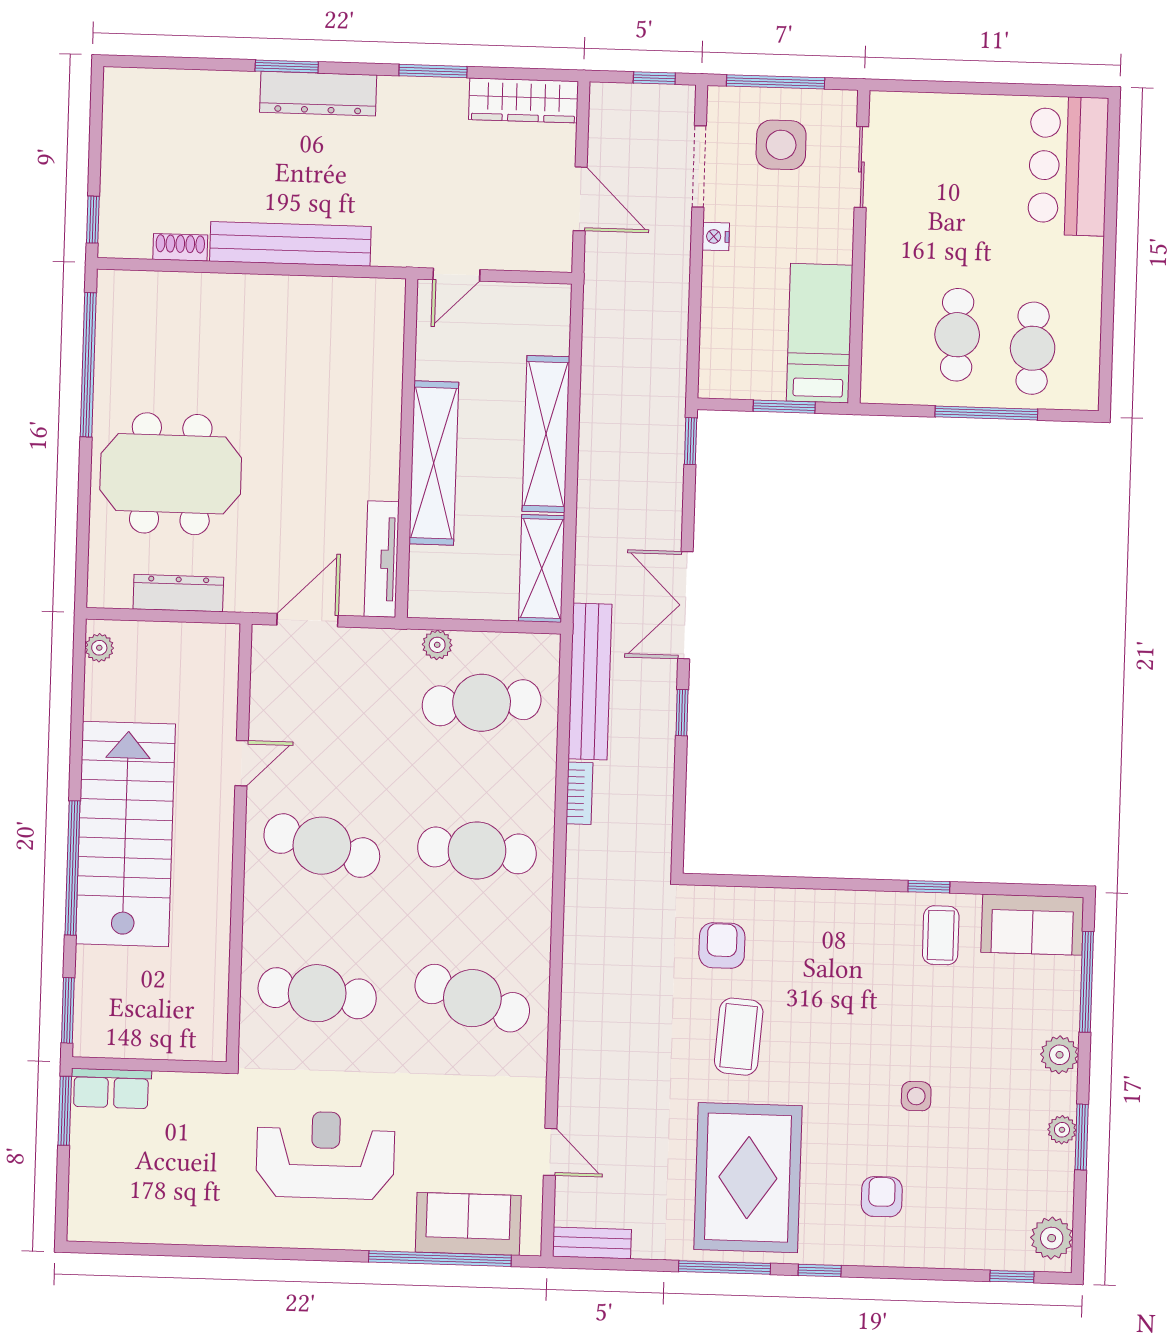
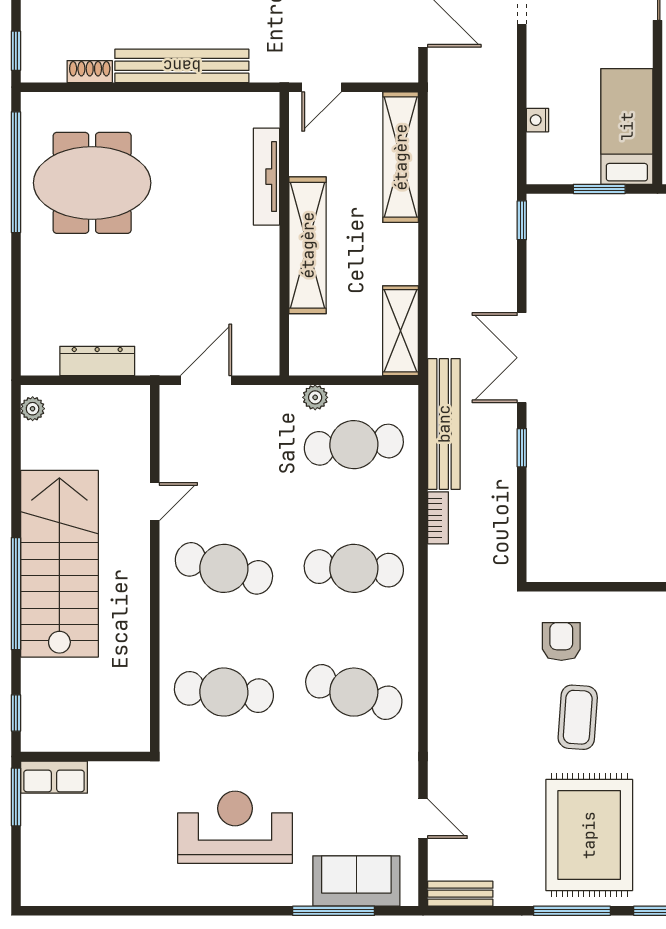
nightstand: (716, 237) -> (537, 120), moved
shelving: (546, 434) -> (401, 157), moved
meeting table: (171, 474) -> (92, 183), moved
tv unit: (382, 559) -> (266, 177), moved
window: (68, 1010) -> (16, 713), width x0.67
window: (440, 1259) -> (334, 911), width x0.68

